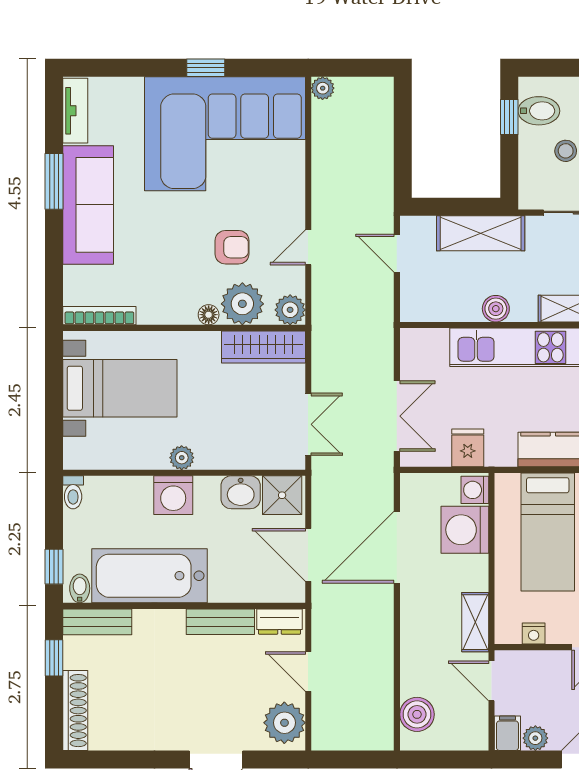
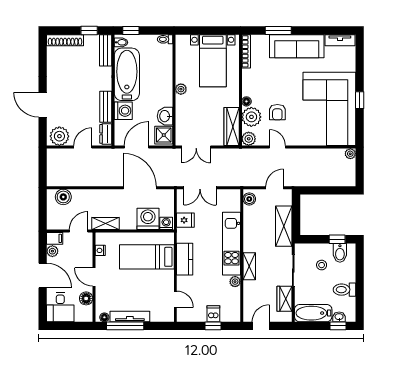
window: (54, 181) -> (278, 31), moved
boiler: (496, 309) -> (249, 199), moved
washing machine: (173, 495) -> (123, 111), moved, turned 180

